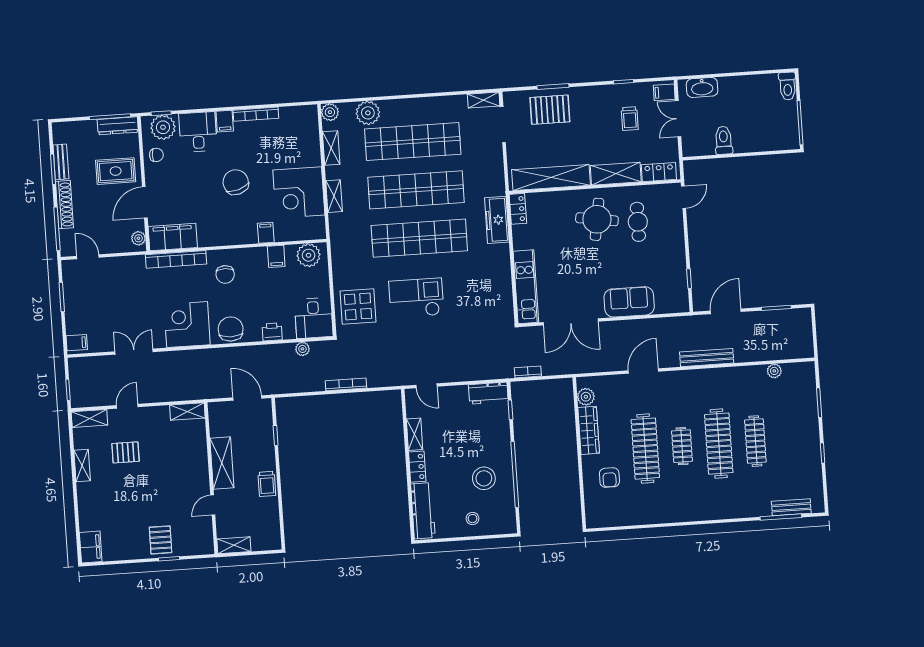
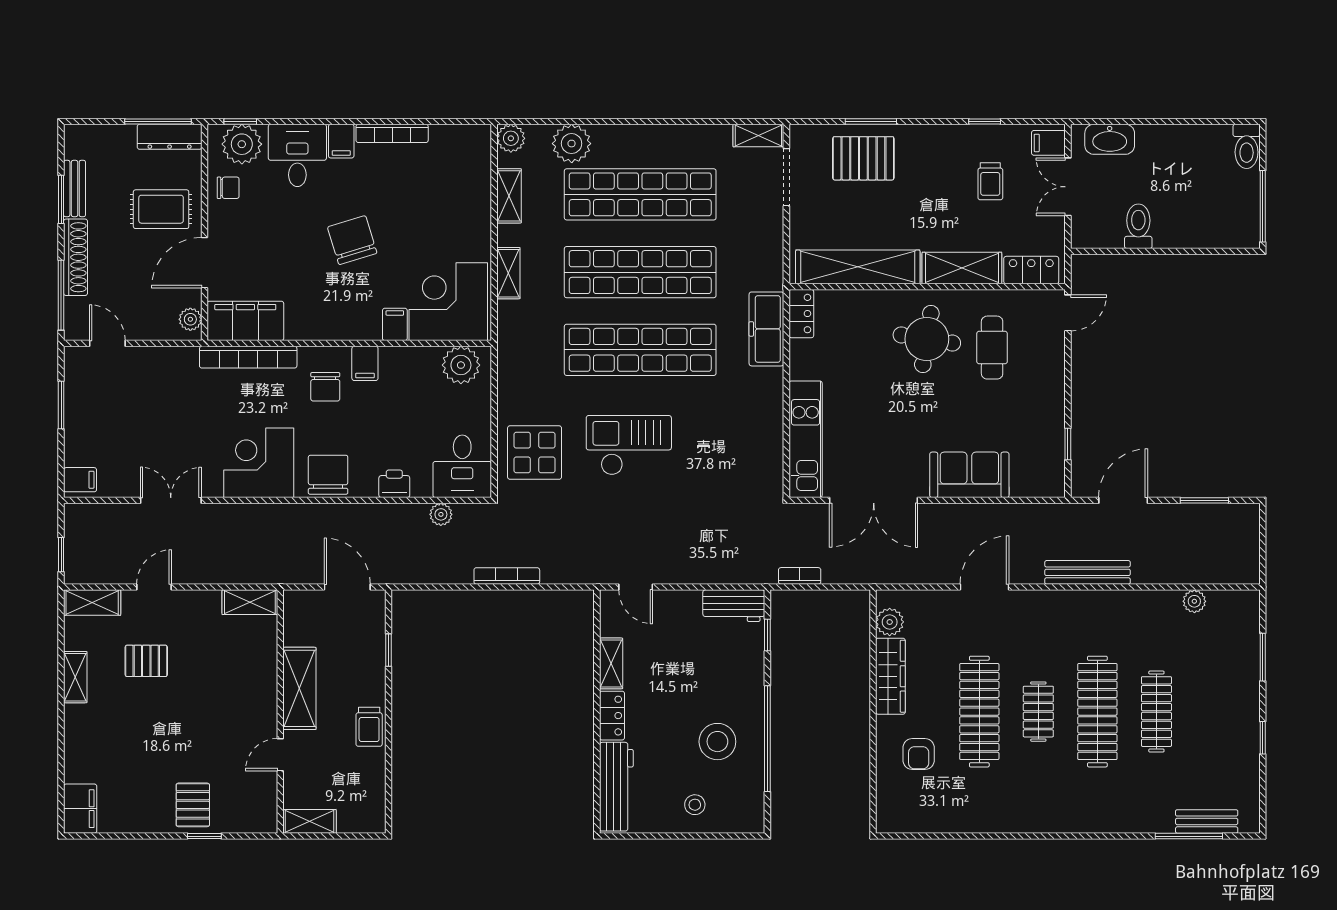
corner desk: (299, 192) -> (448, 302), moved, turned 90
filing cabinet: (276, 256) -> (365, 363), moved

